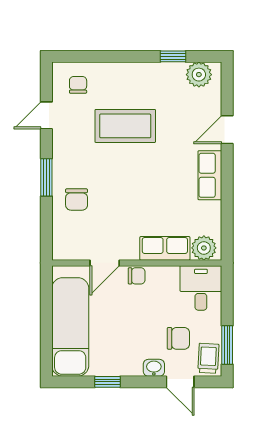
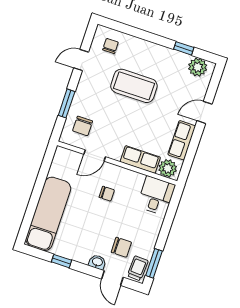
row of seats: (165, 248) -> (140, 159), moved
plant: (204, 248) -> (168, 168), moved
door: (105, 263) -> (95, 156), moved
wall: (137, 263) -> (117, 163), moved
desk: (201, 288) -> (156, 196), moved

